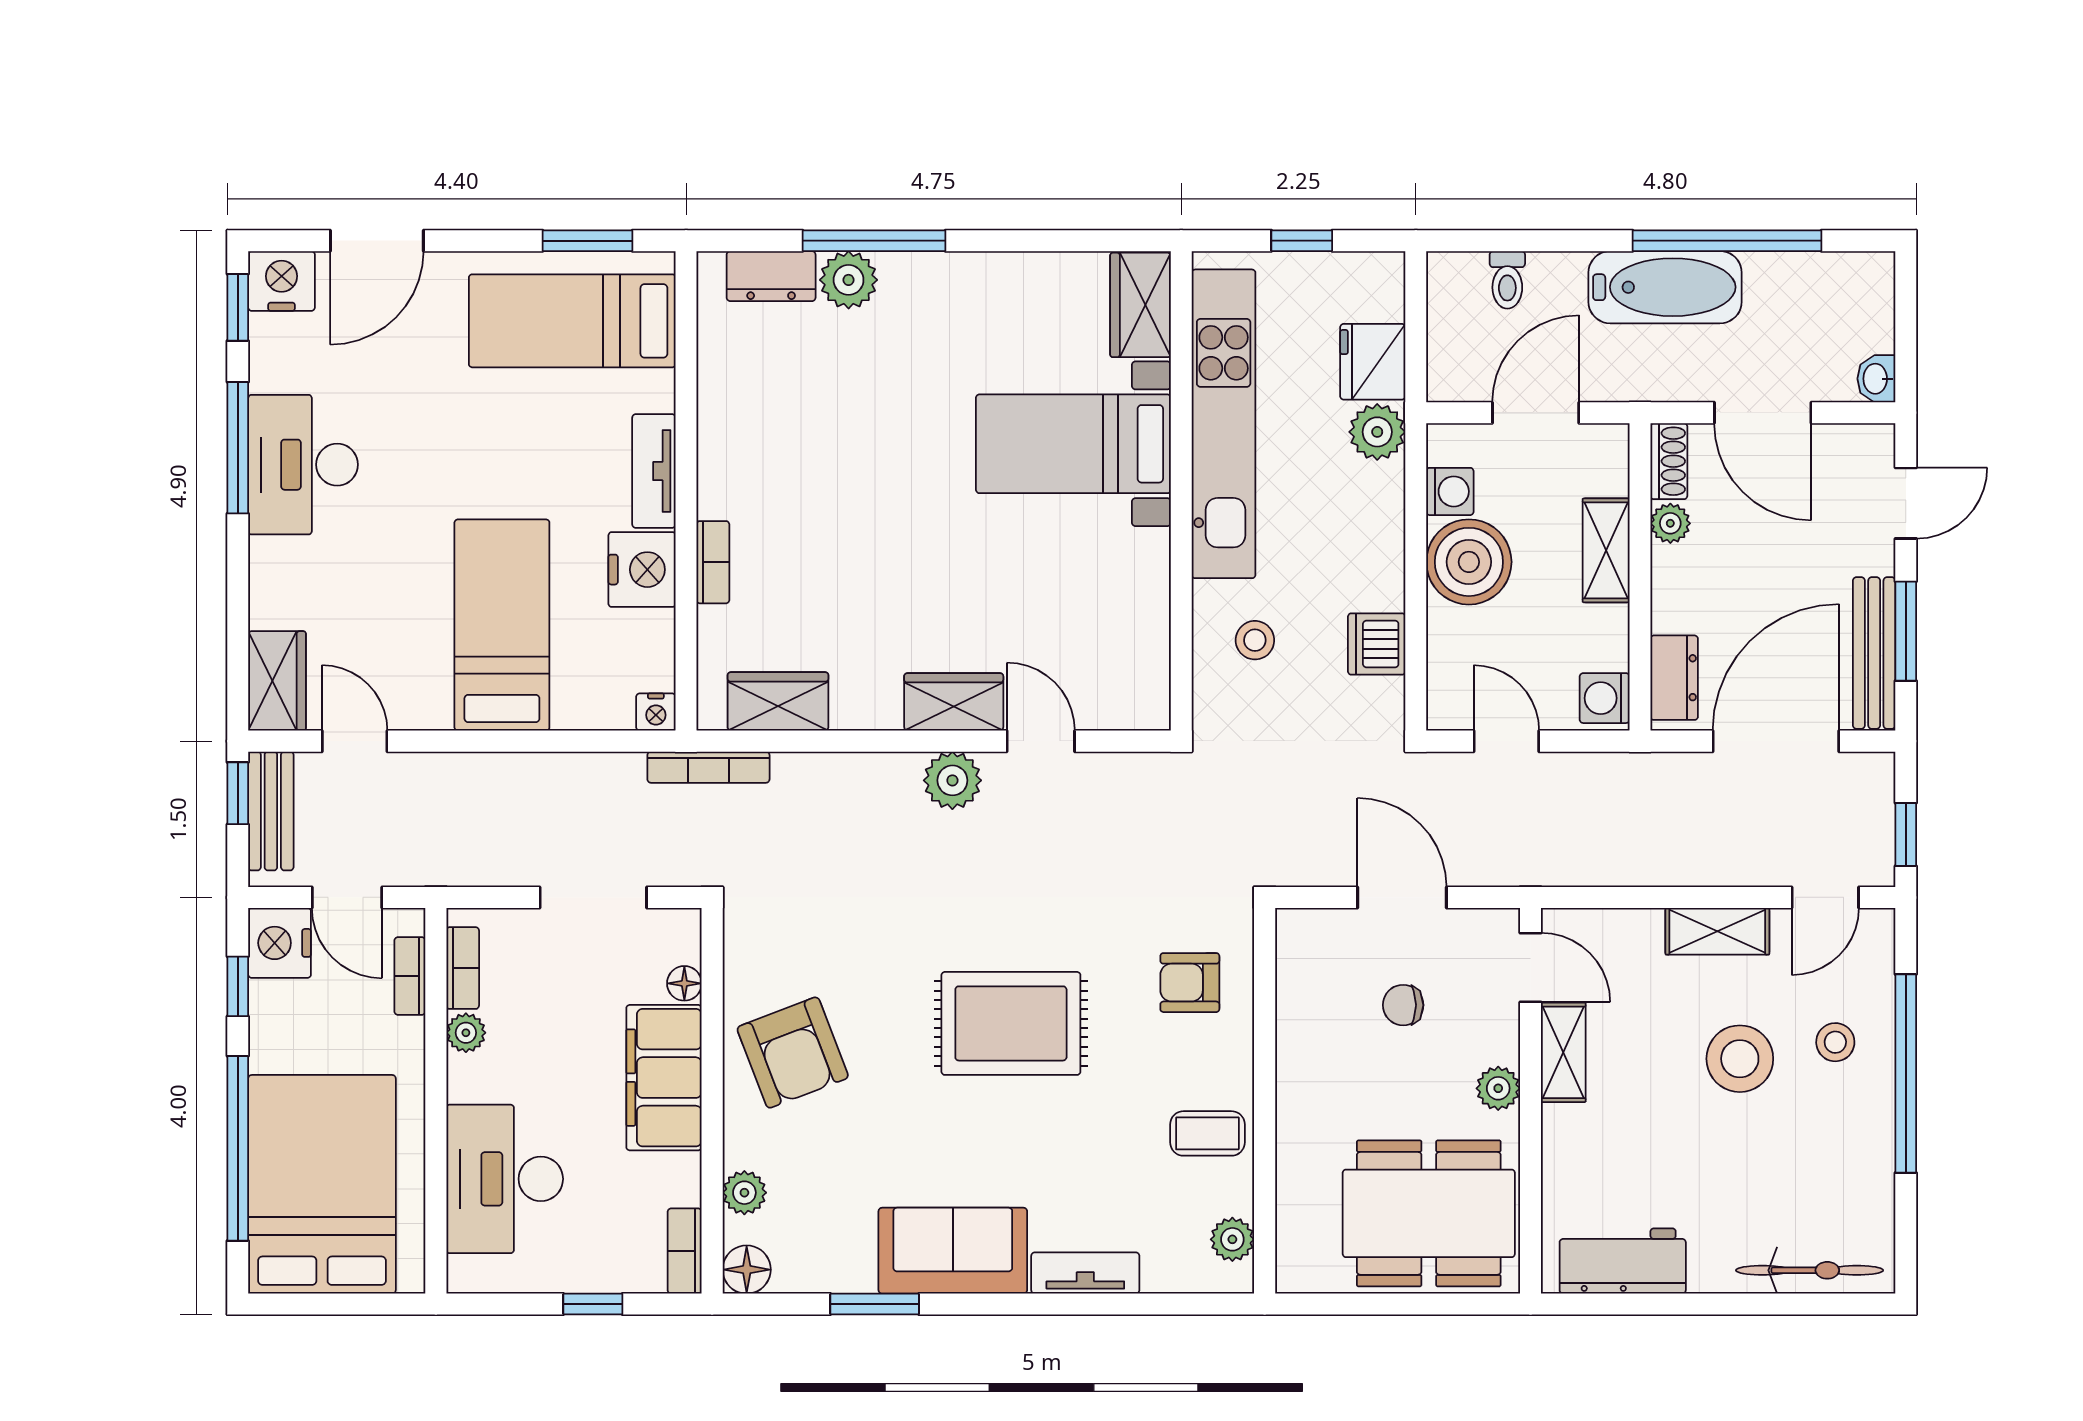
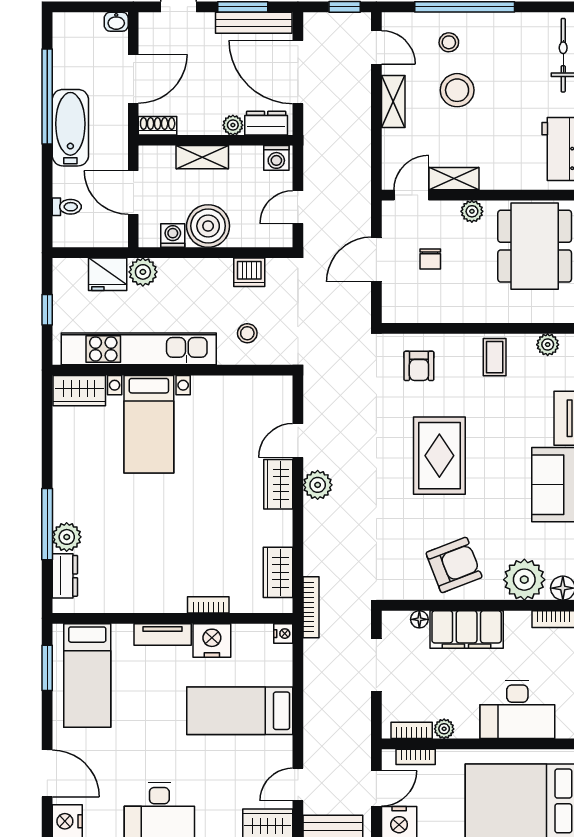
plant: (1670, 523) -> (233, 125), moved
plant: (744, 1193) -> (524, 580), width x1.88, depth x1.88

